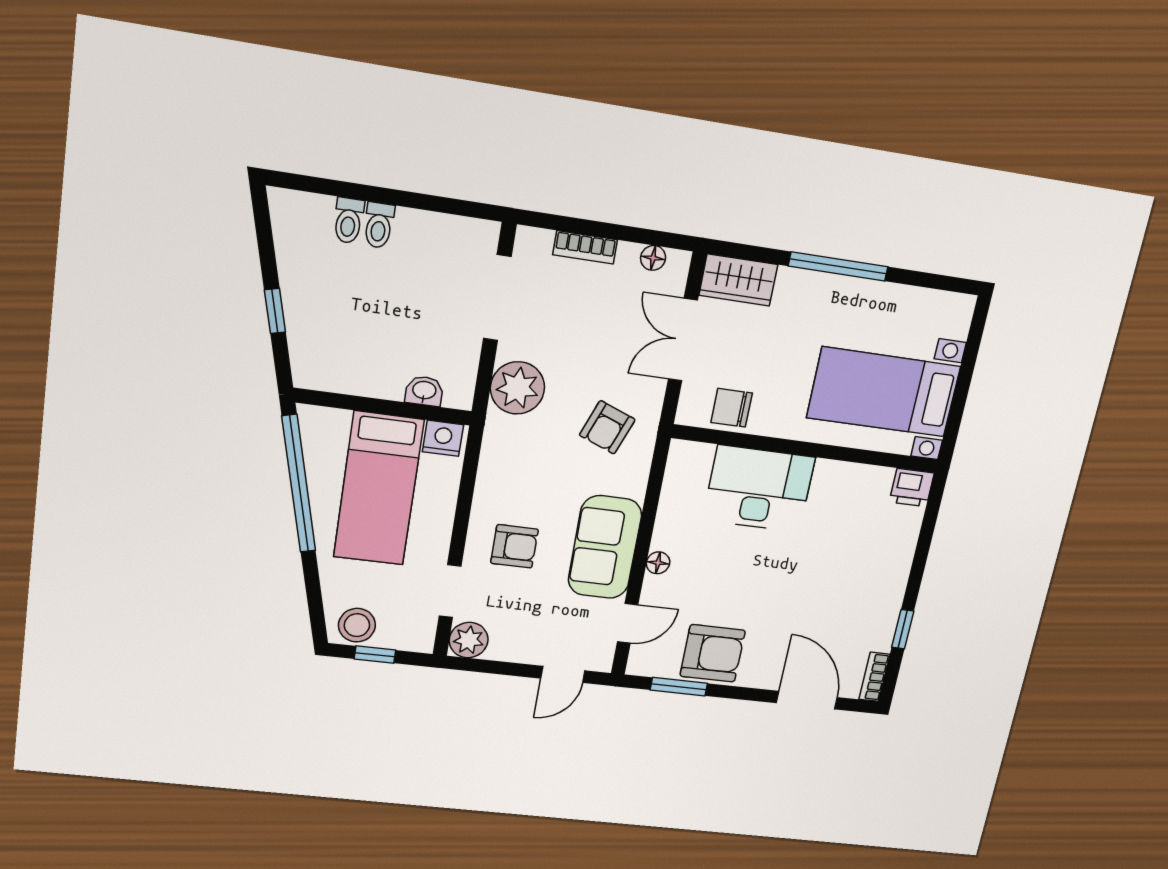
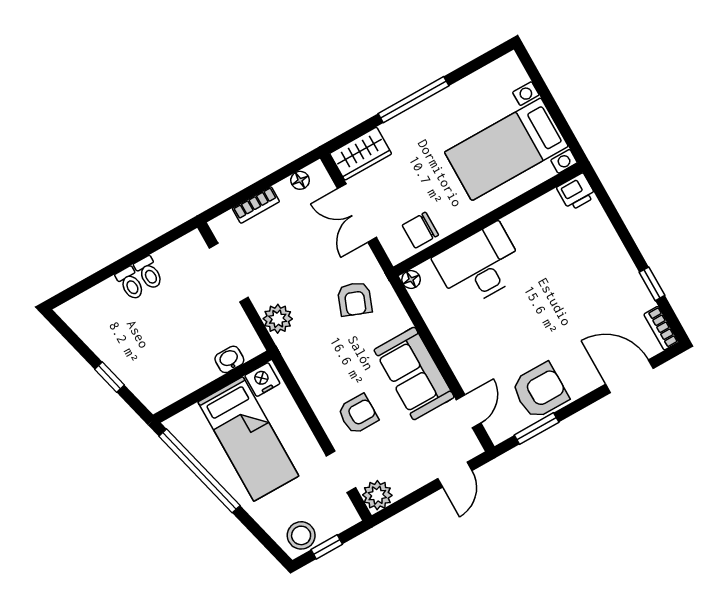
toilet: (349, 221) -> (149, 273), moved
plant: (517, 388) -> (278, 319), width x0.73, depth x0.73
floor lamp: (658, 563) -> (411, 279), moved

